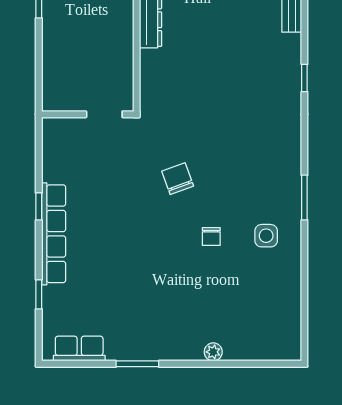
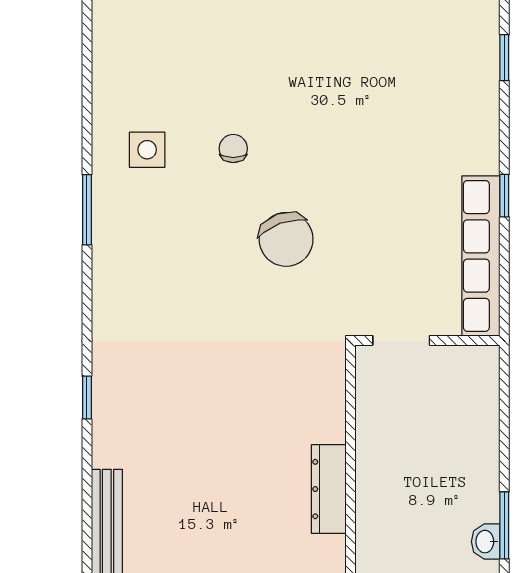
chair: (178, 179) -> (286, 239), width x1.37, depth x1.37
row of seats: (54, 234) -> (481, 256), moved

